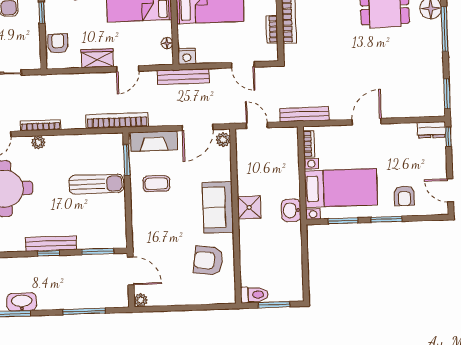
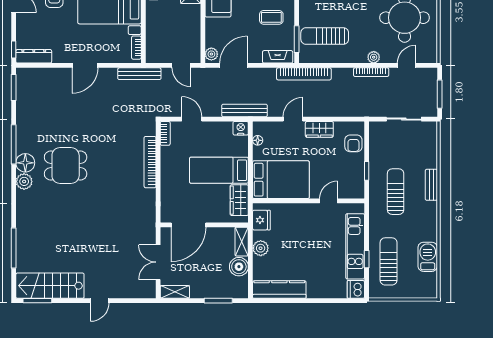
bookcase: (272, 29) -> (165, 133), moved
dresser: (431, 130) -> (34, 56), width x1.44
fireplace: (154, 141) -> (278, 57), width x0.73, depth x0.76
sun lounger: (96, 184) -> (325, 36), moved

